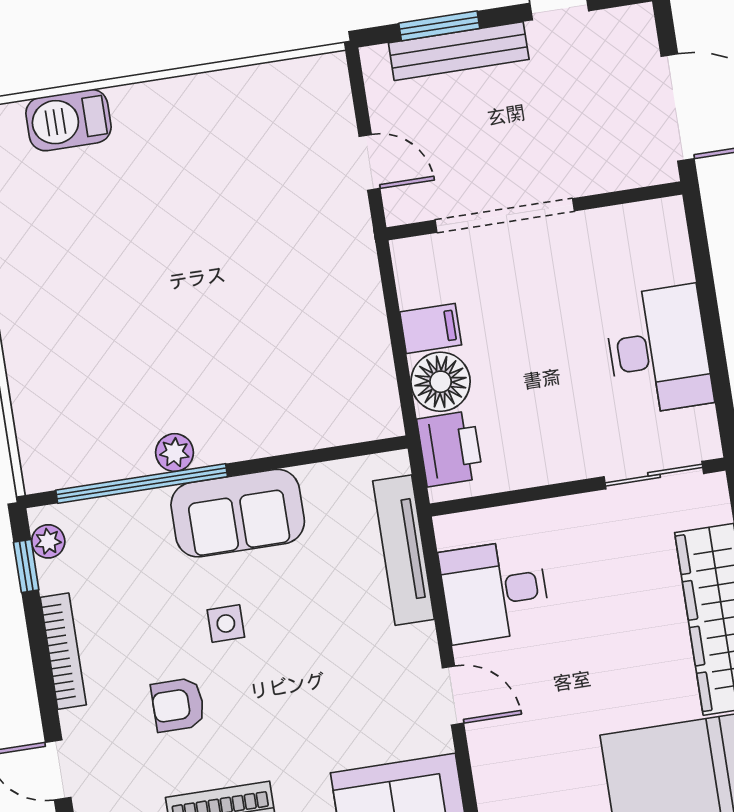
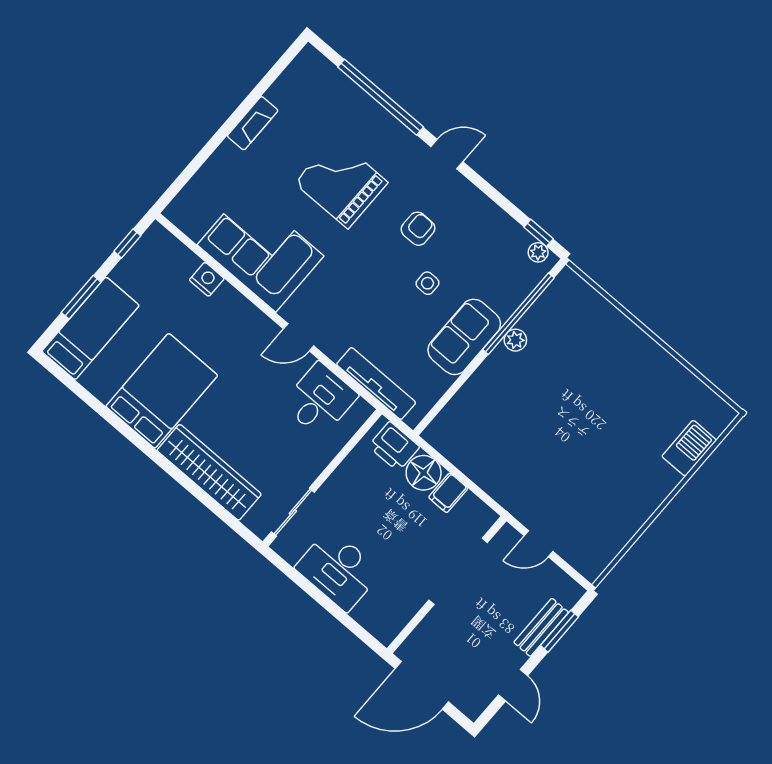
bench: (459, 51) -> (541, 627), width x0.73
bookcase: (63, 651) -> (490, 209), removed

